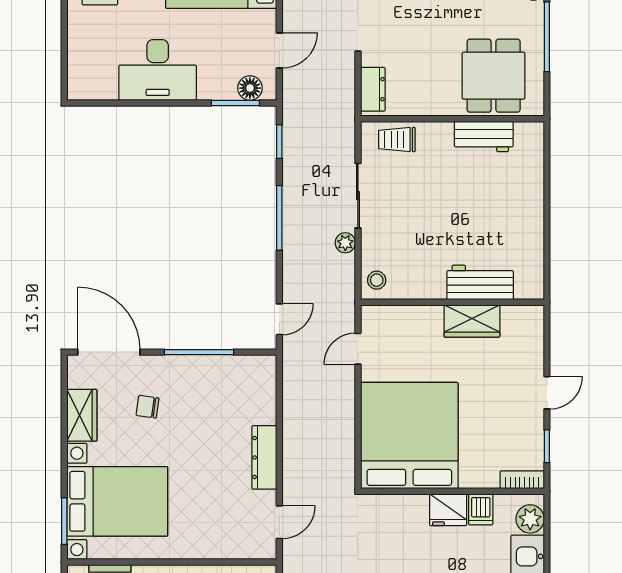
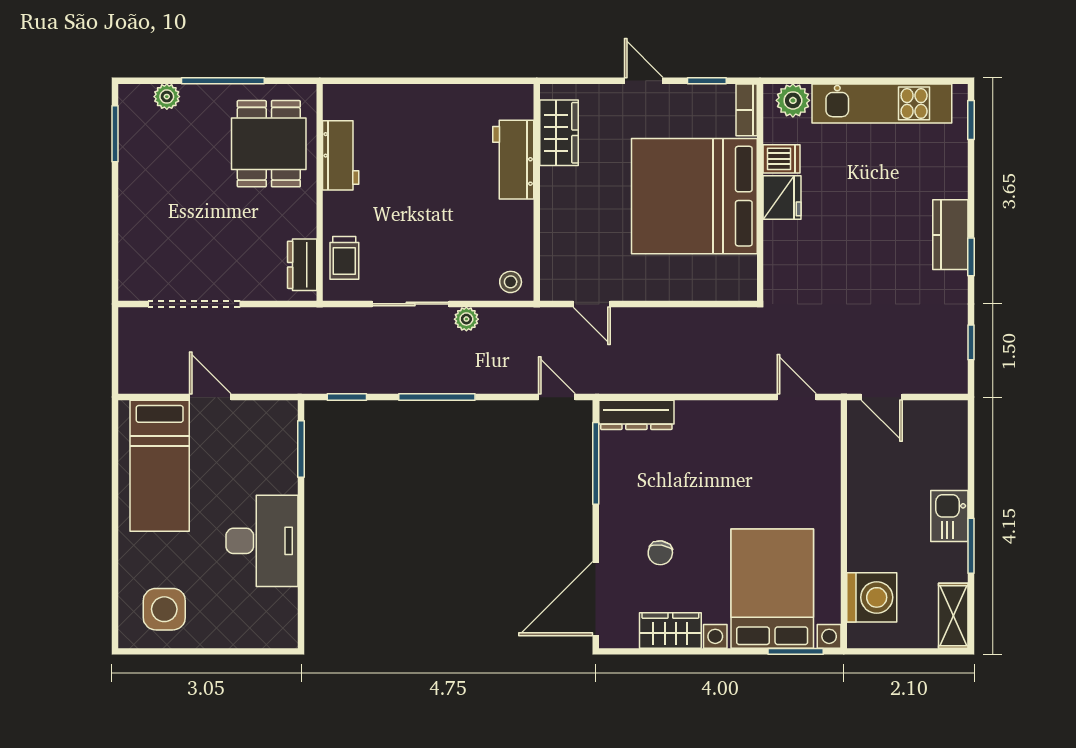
door: (279, 50) -> (210, 397), moved
dining table: (494, 76) -> (269, 144), turned 90
floor lamp: (250, 88) -> (283, 432), removed
dresser: (373, 89) -> (302, 265), moved, turned -90
wardrobe: (472, 321) -> (559, 133), moved
window: (199, 352) -> (596, 463), moved
bed: (409, 436) -> (694, 196), moved
dresser: (264, 457) -> (636, 415), moved

